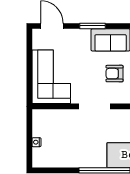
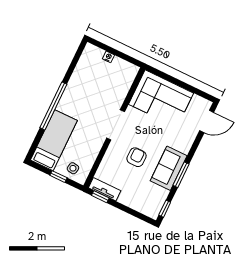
window: (93, 26) -> (181, 175), moved

